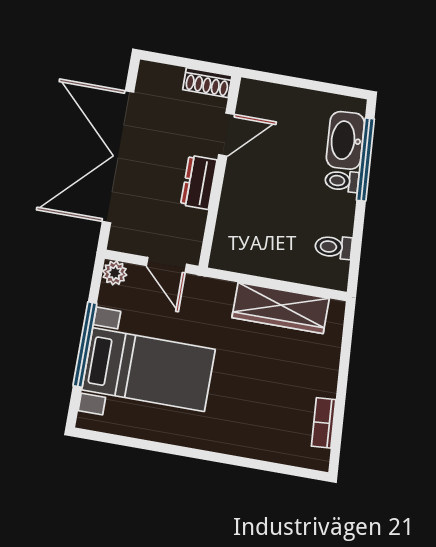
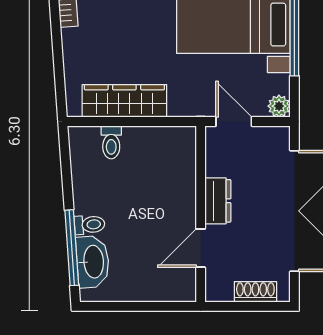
shoe rack: (207, 83) -> (255, 292), moved
toilet: (333, 247) -> (111, 142), moved, turned 94

